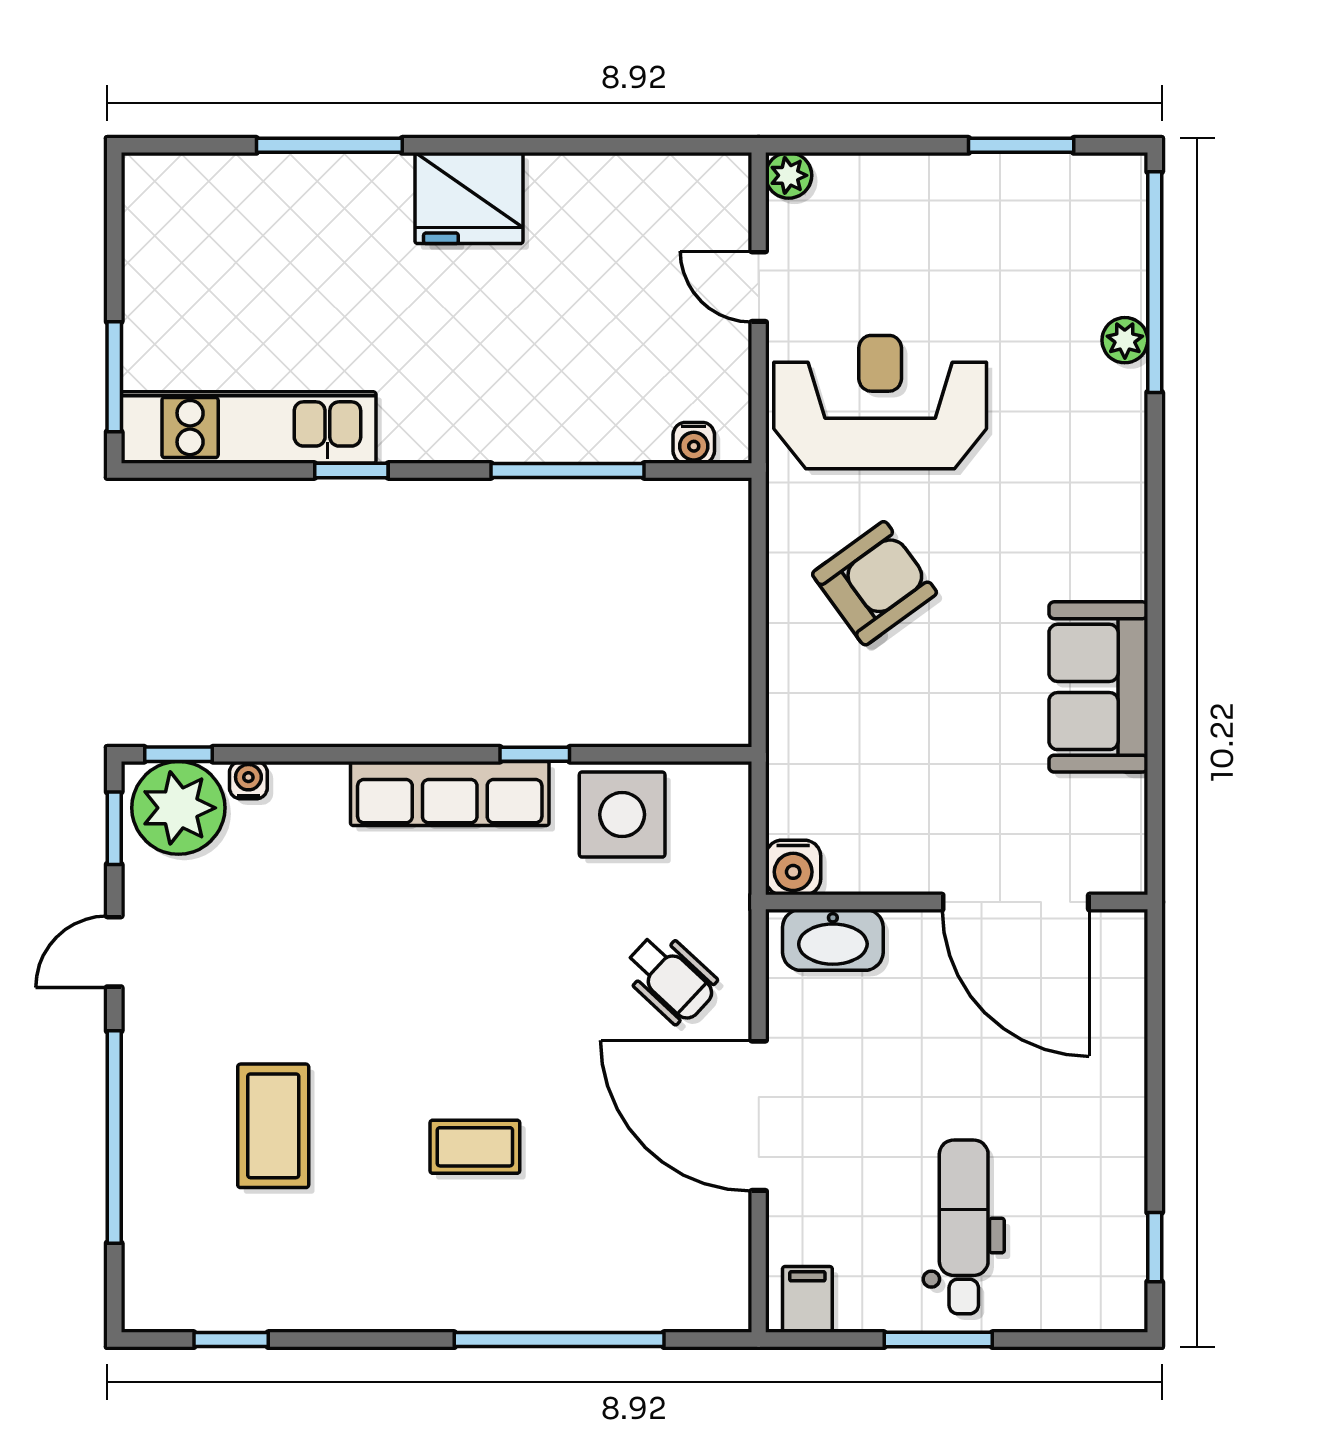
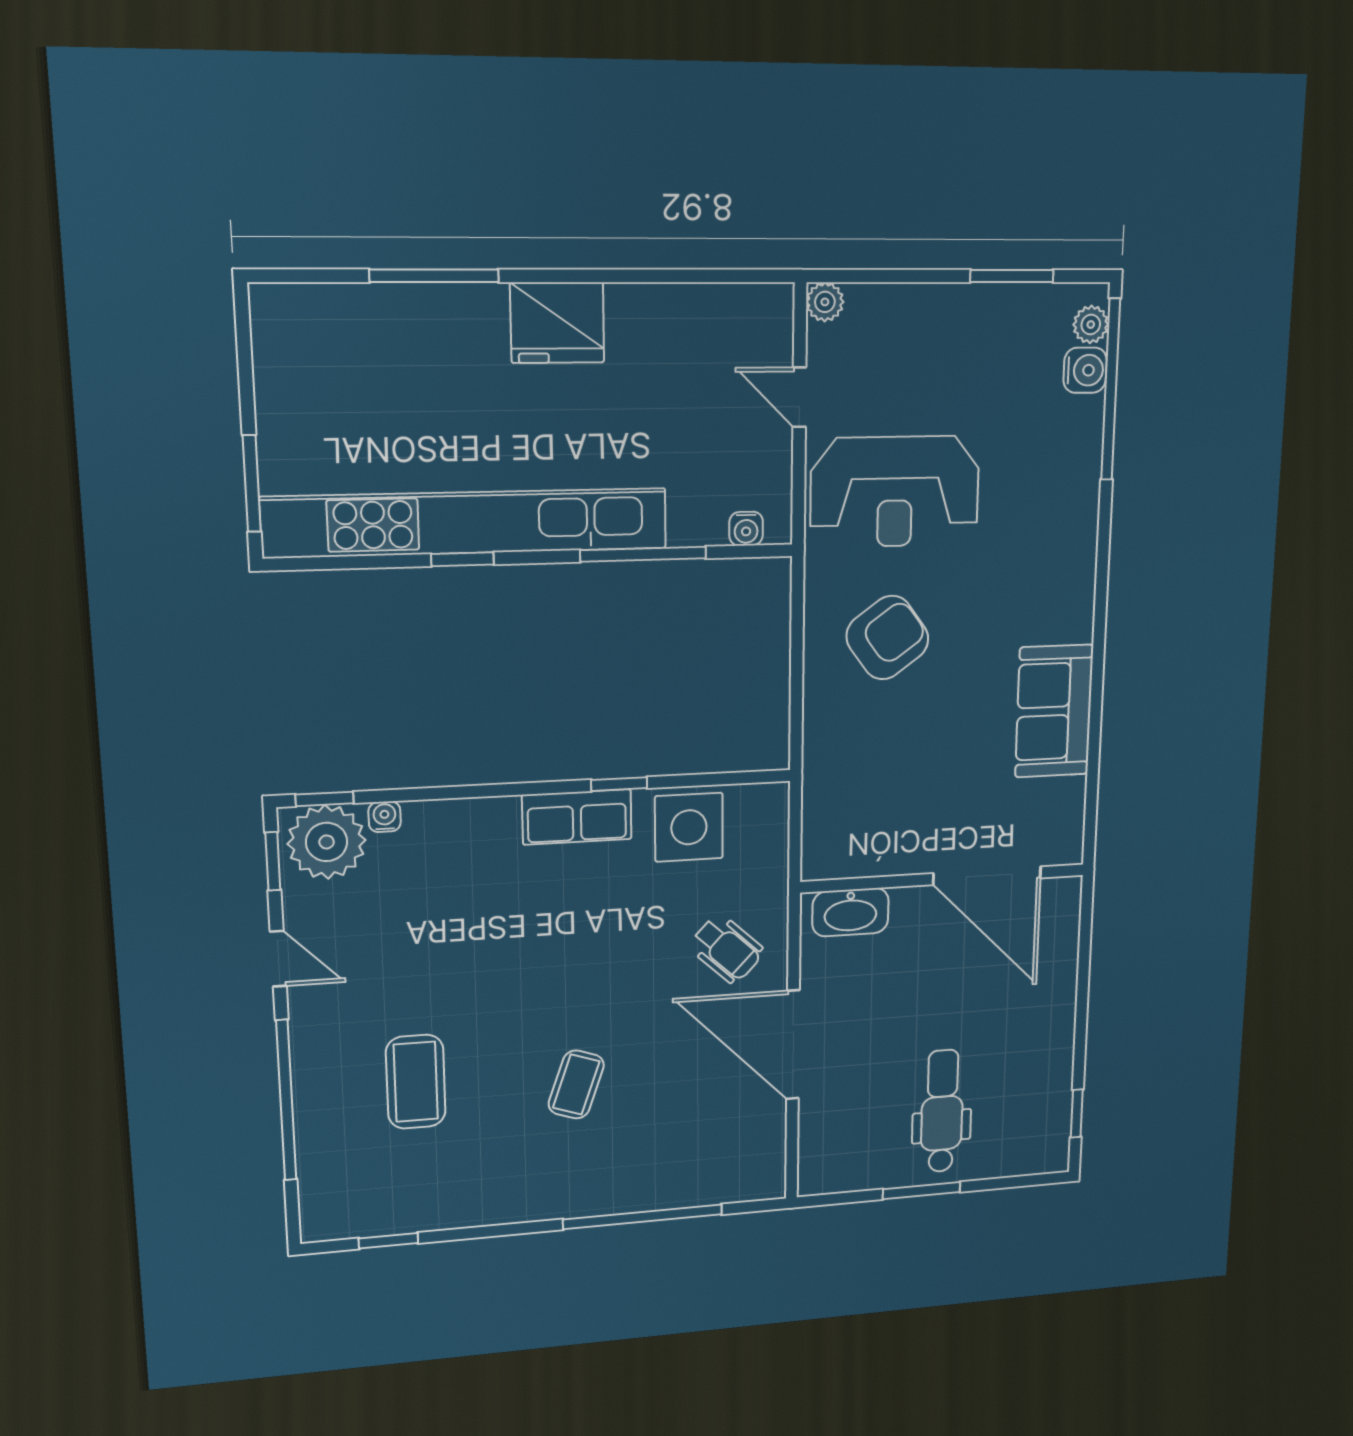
plant: (1125, 340) -> (1091, 325), moved
reception desk: (880, 402) -> (895, 492), turned 180
kitchen unit: (249, 428) -> (467, 523), width x1.86
row of seats: (450, 793) -> (577, 817), width x0.68
water cooler: (793, 867) -> (1085, 370), moved, turned -90
door: (114, 952) -> (278, 959), swing flipped
coffee table: (475, 1147) -> (576, 1085), turned -71
filing cabinet: (807, 1299) -> (827, 1172), removed

